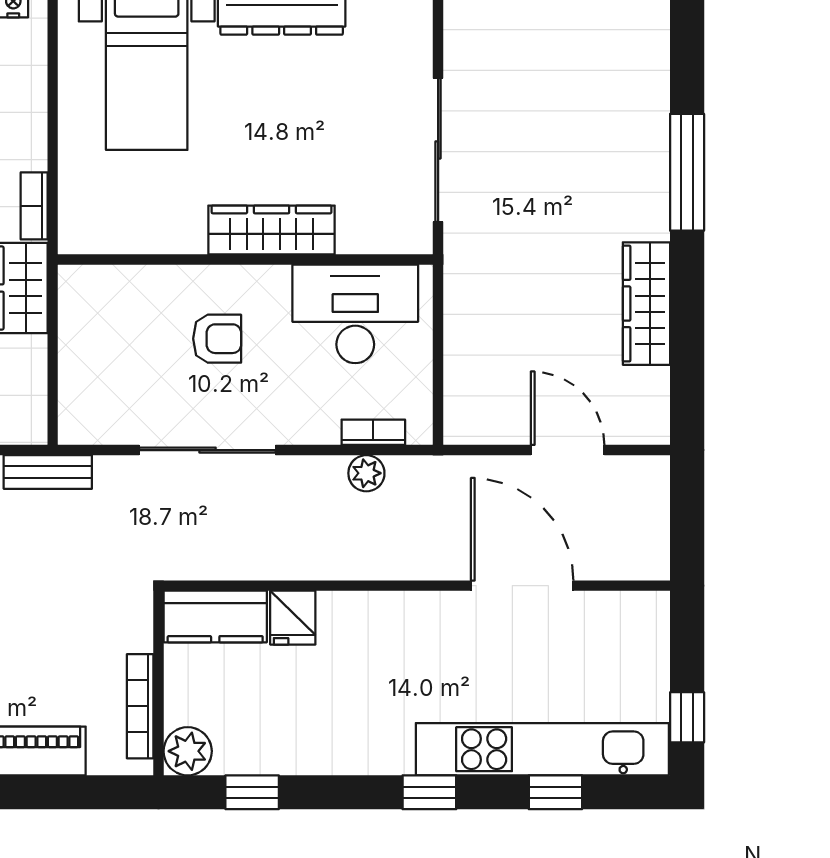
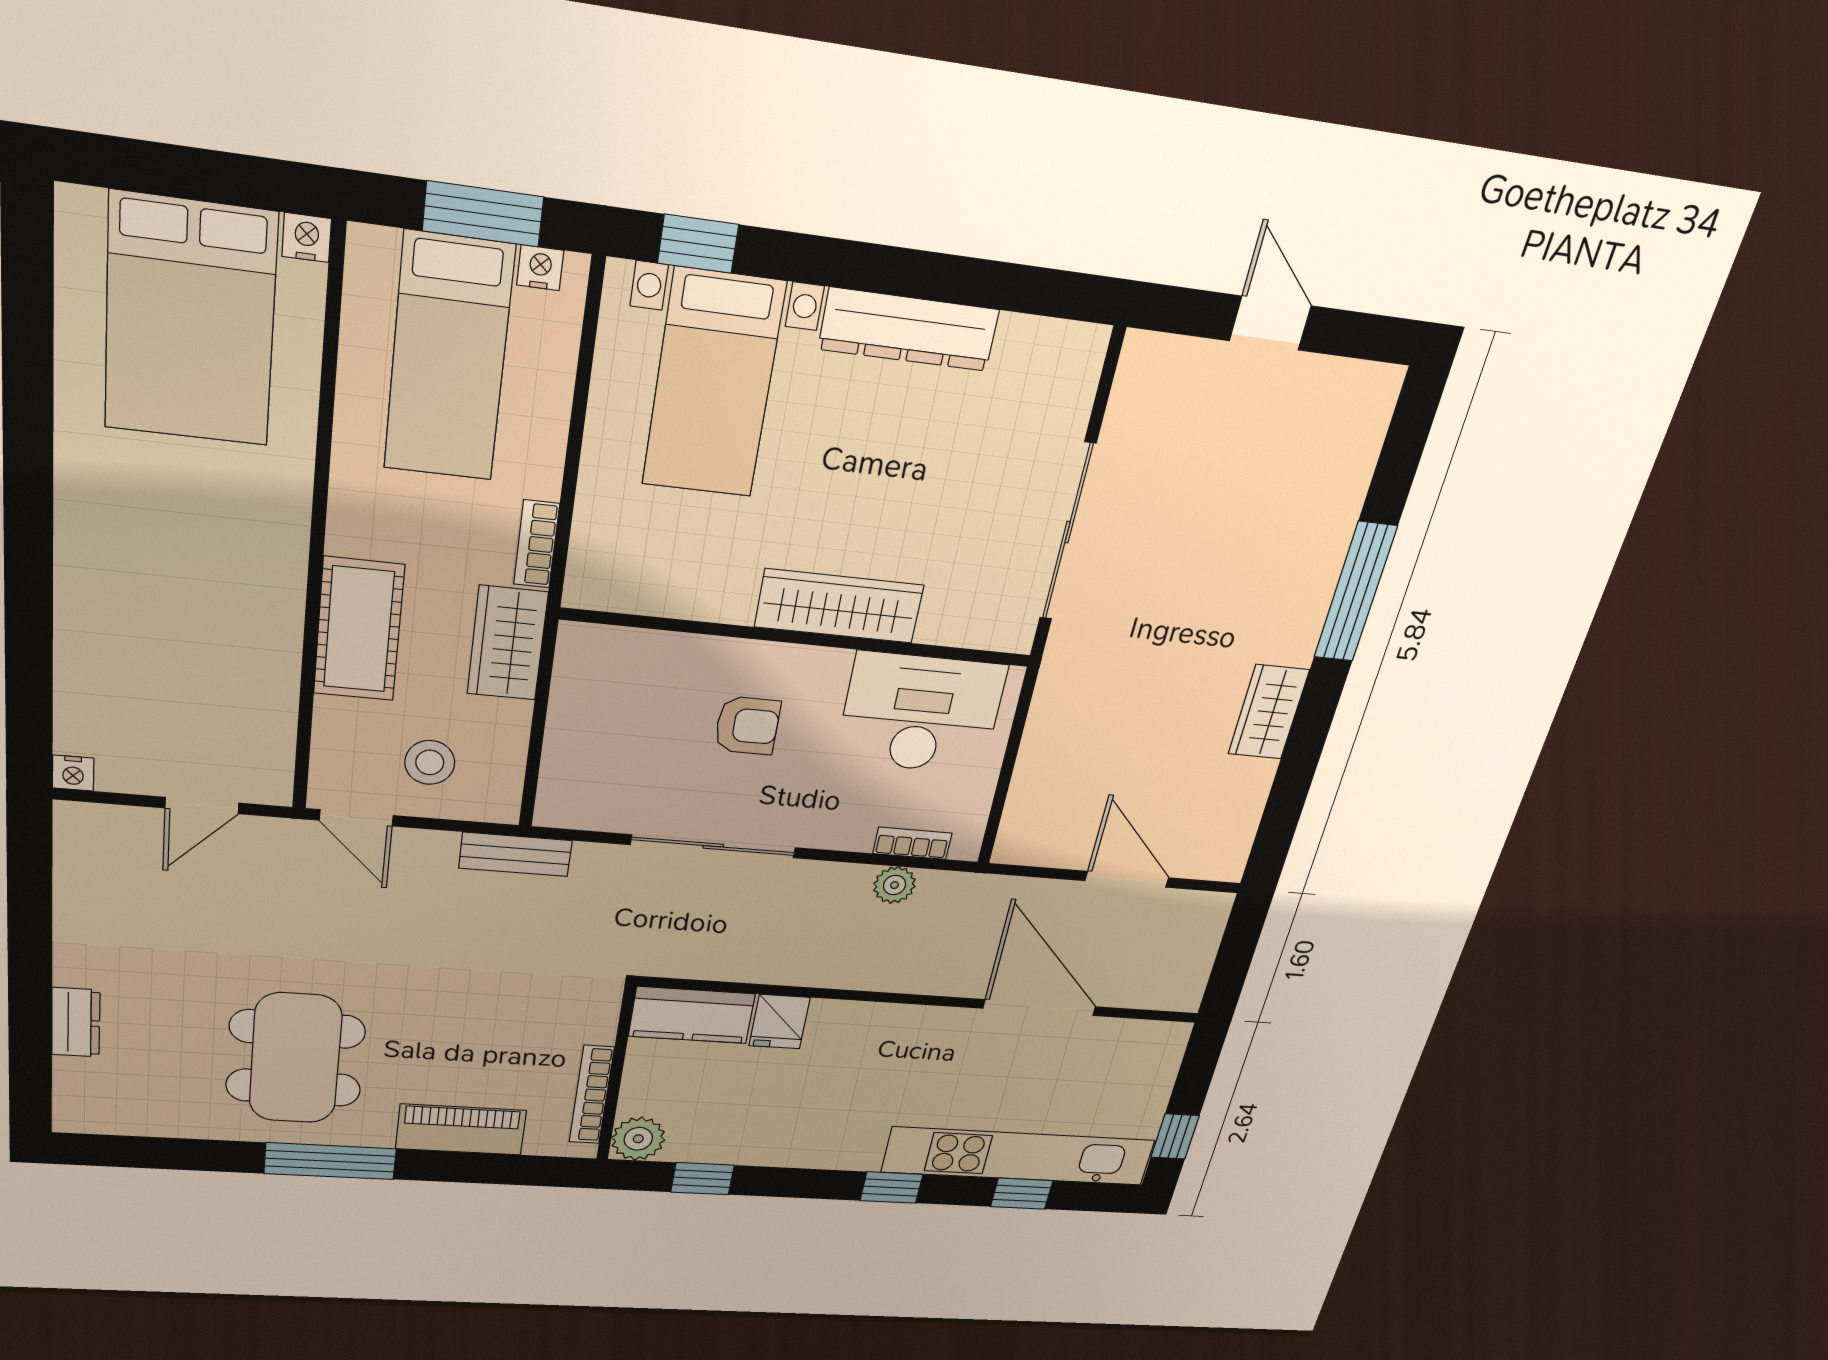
wardrobe: (646, 304) -> (1269, 712), width x0.67

